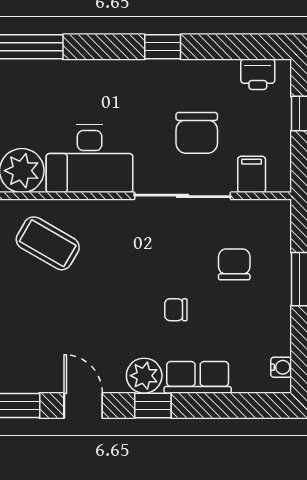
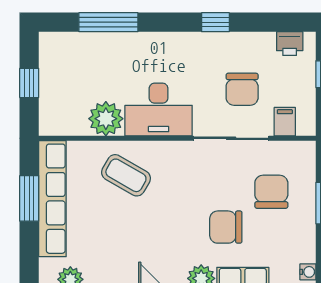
chair: (234, 264) -> (271, 192), width x1.37, depth x1.37
chair: (176, 310) -> (226, 227), width x1.87, depth x1.87

